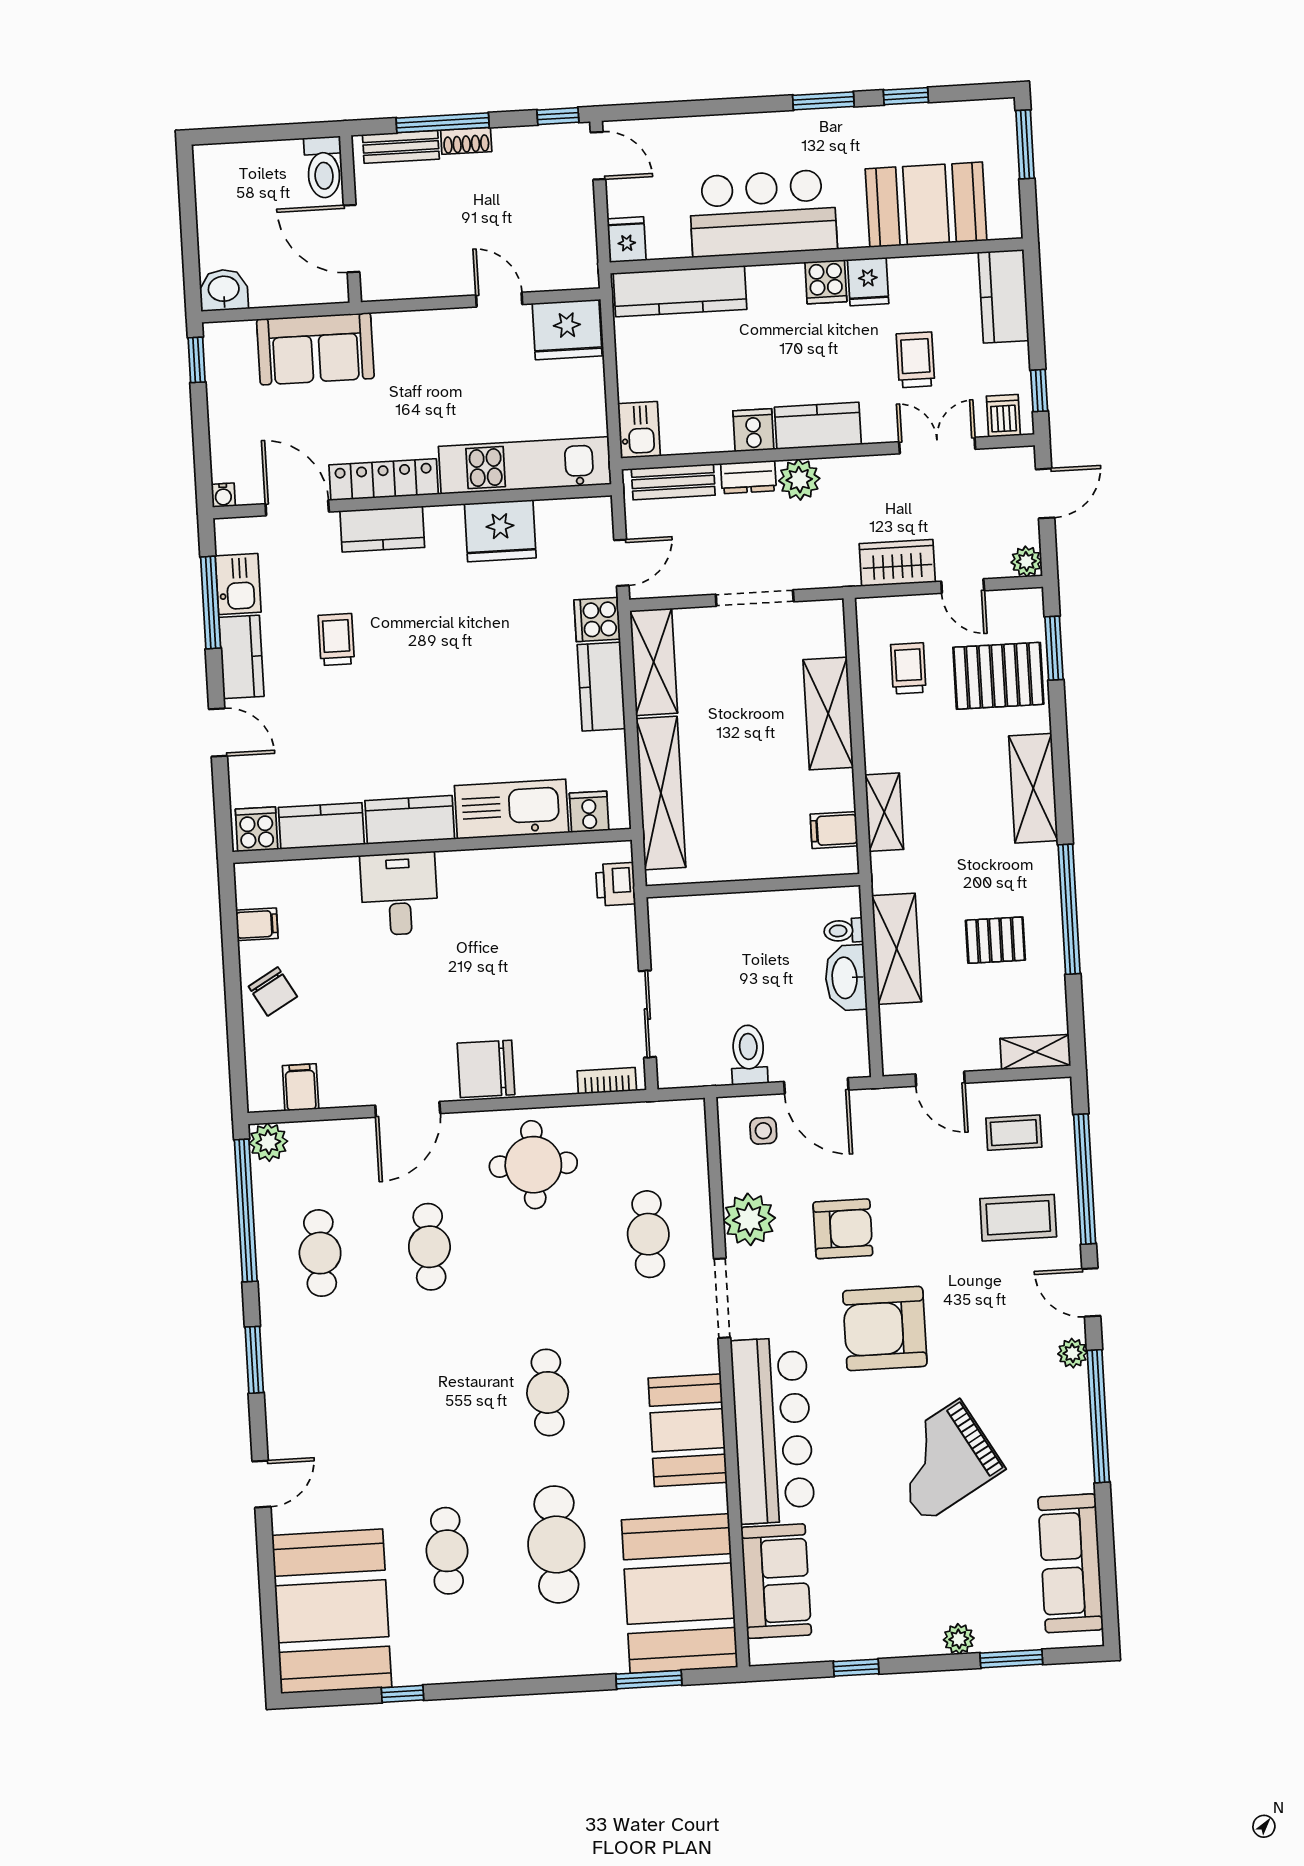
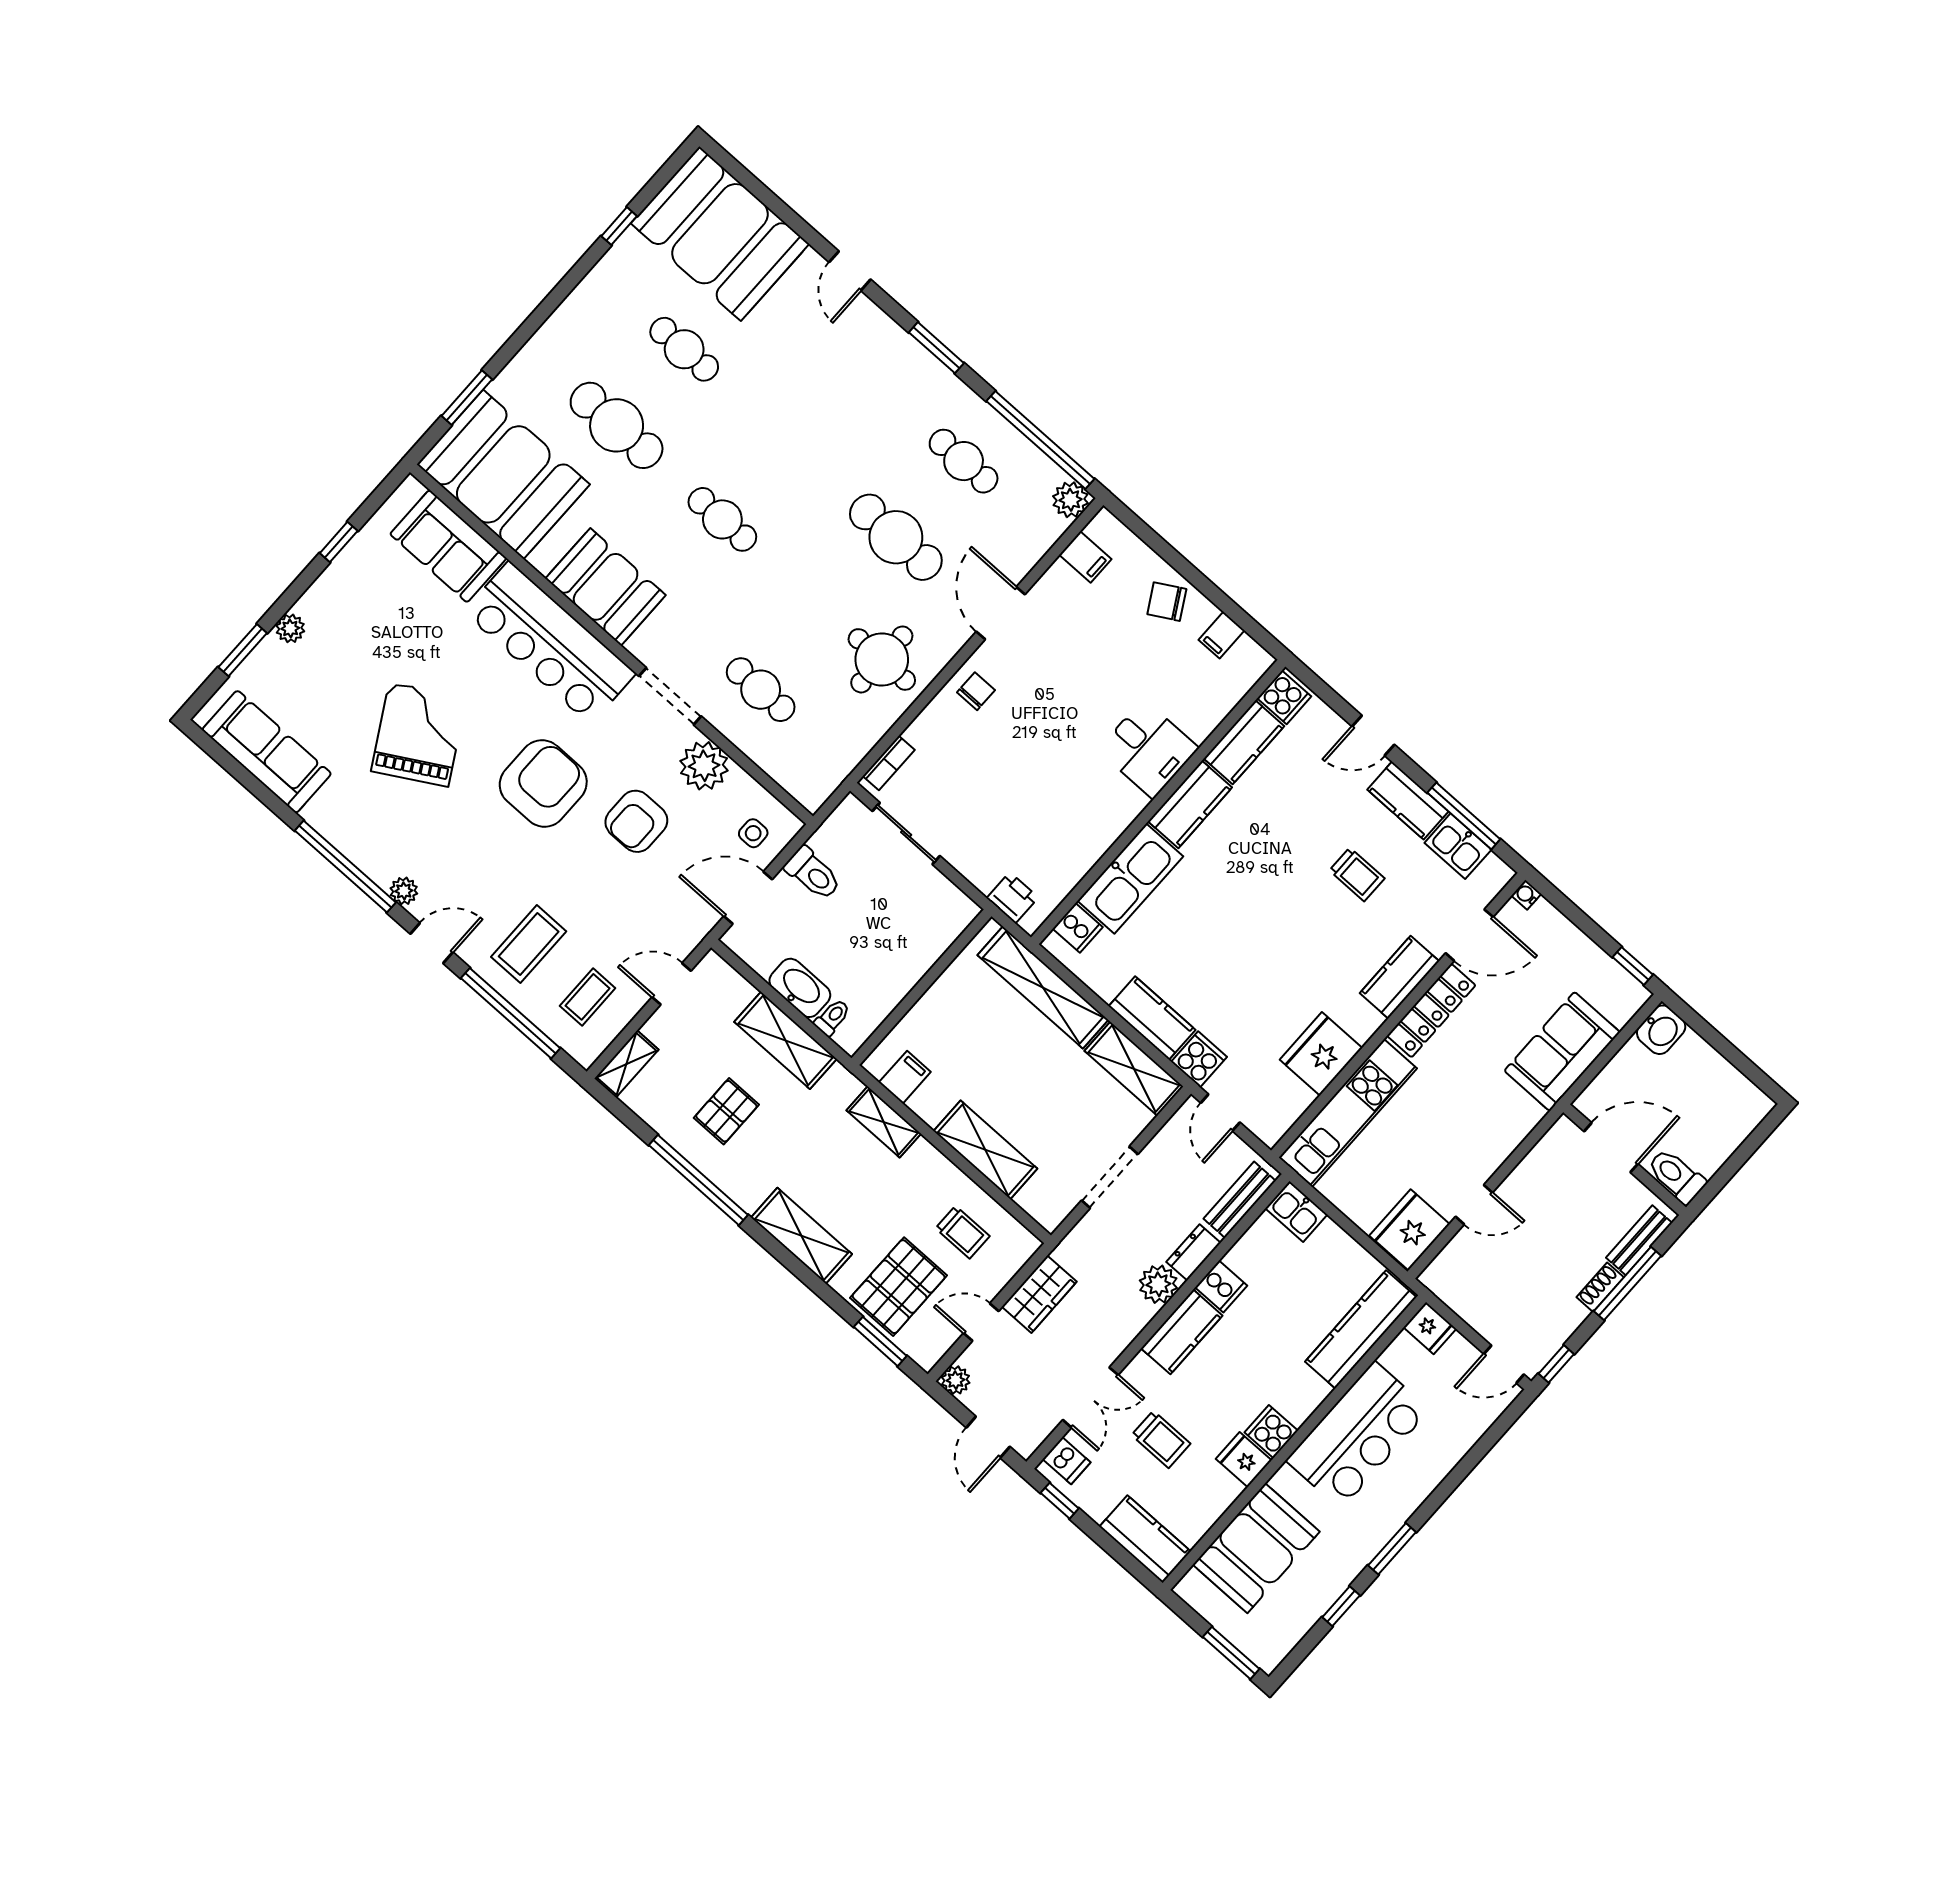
chair: (486, 1069) -> (976, 691), width x0.54, depth x0.54
cafe table: (429, 1247) -> (896, 537), width x1.37, depth x1.35

